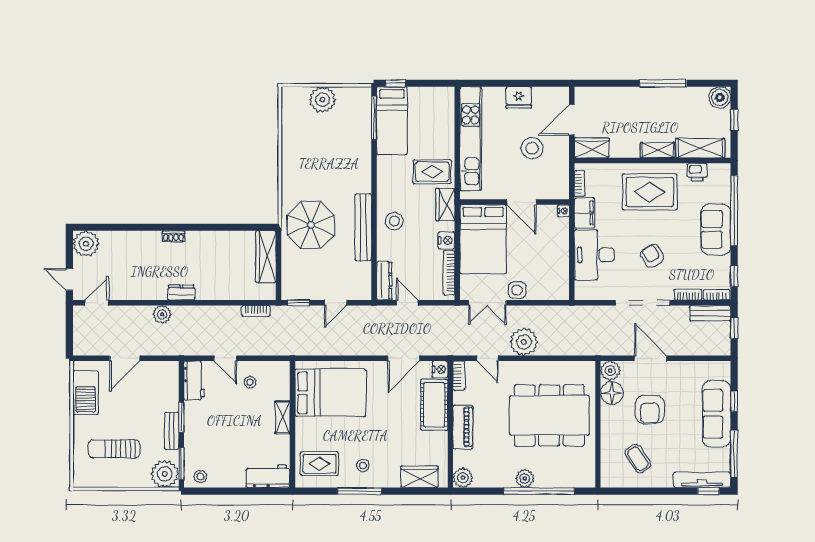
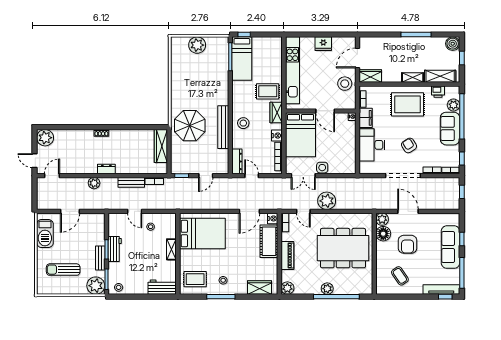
stool: (532, 148) -> (345, 84), moved
plant: (721, 193) -> (453, 105), added
bench: (710, 313) -> (131, 182), moved
workbench: (194, 380) -> (115, 249), moved

